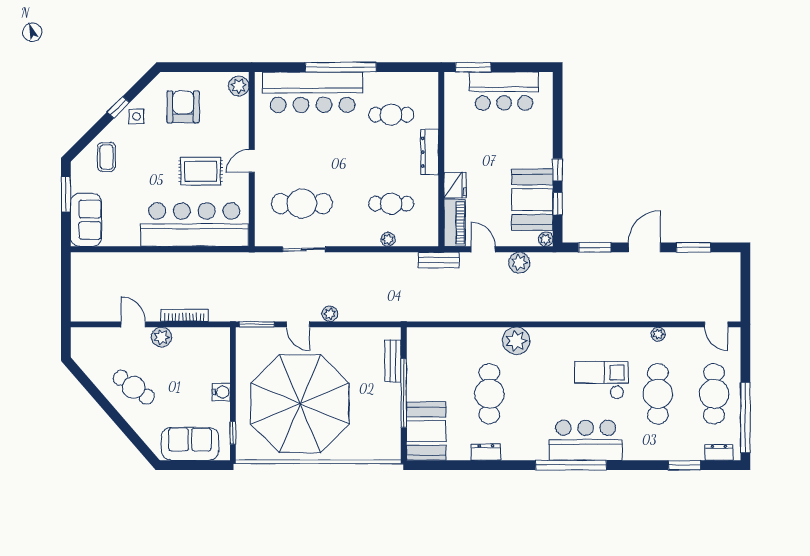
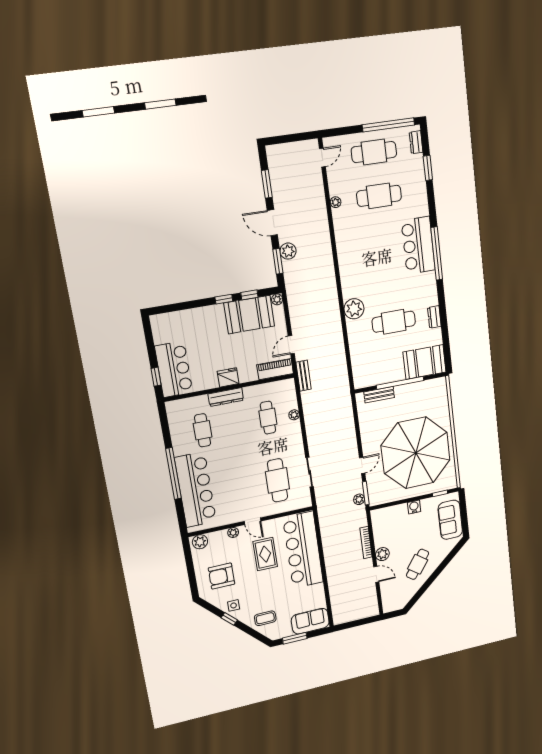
window: (473, 67) -> (156, 377), width x0.67
bar counter: (504, 91) -> (174, 369), moved
plant: (242, 132) -> (233, 533), added
fridge: (455, 185) -> (228, 377), moved
plant: (519, 263) -> (288, 251), moved
plant: (330, 314) -> (359, 499), moved
door: (133, 324) -> (376, 574), swing flipped
checkout: (601, 380) -> (374, 240), removed

